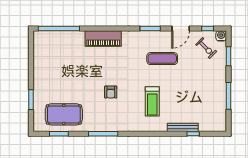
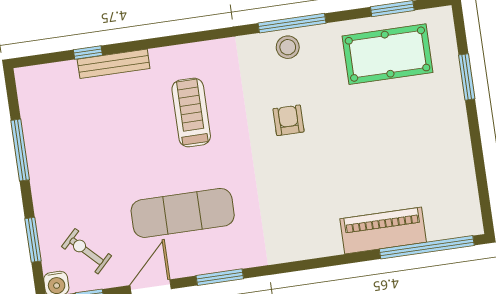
piano: (103, 39) -> (383, 231), moved
exercise mat: (162, 59) -> (183, 213), width x1.36, depth x1.45
stool: (106, 124) -> (288, 47), added

